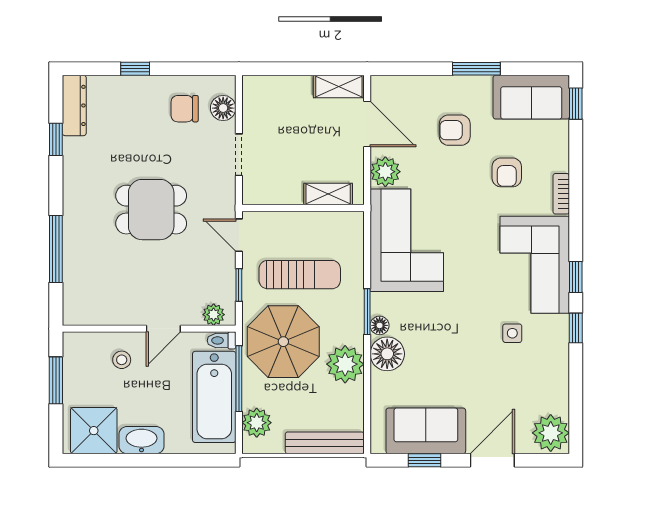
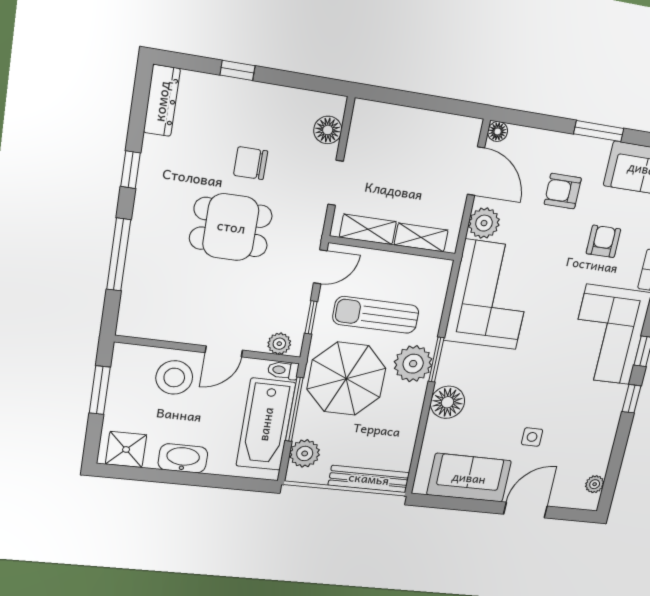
shelving: (339, 86) -> (368, 229), moved
chair: (185, 109) -> (251, 163), moved
window: (56, 139) -> (131, 170), moved
armchair: (507, 172) -> (603, 241), turned 180
door: (239, 235) -> (320, 267), swing flipped
sun lounger: (300, 275) -> (376, 315), turned 180
floor lamp: (380, 325) -> (498, 131), moved
side table: (512, 333) -> (532, 437), moved
stool: (122, 360) -> (174, 377), width x1.89, depth x1.89
plant: (345, 364) -> (413, 364), moved
shower: (94, 431) -> (126, 449), width x0.73, depth x0.73
plant: (551, 433) -> (595, 484), width x0.53, depth x0.53
window: (424, 460) -> (462, 504), removed

